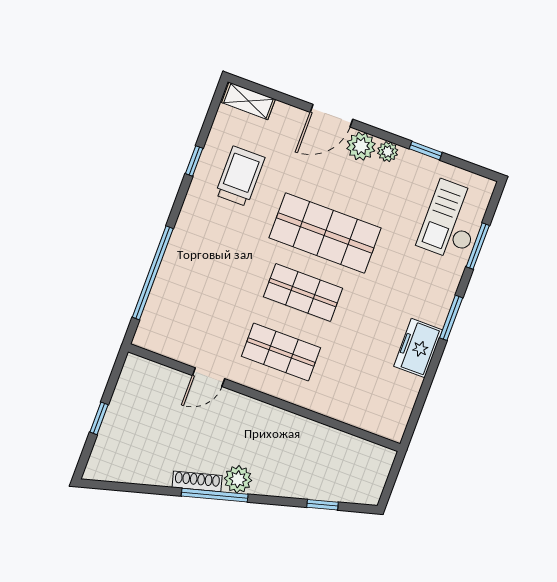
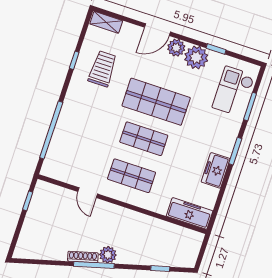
plant: (388, 152) -> (196, 57), width x1.88, depth x1.88
door: (209, 377) -> (88, 193), hinge flipped
freezer: (373, 417) -> (190, 213), added
window: (99, 418) -> (28, 201), moved

